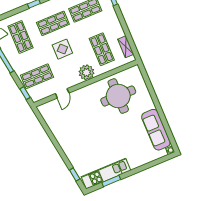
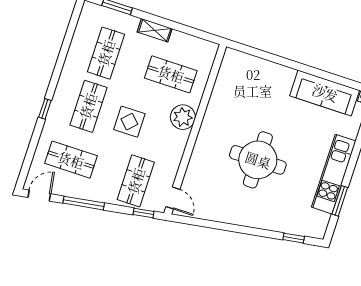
shelving: (126, 47) -> (155, 30), moved
door: (62, 93) -> (173, 198), moved
round table: (118, 96) -> (258, 160), moved
kitchen unit: (106, 174) -> (334, 174), moved

